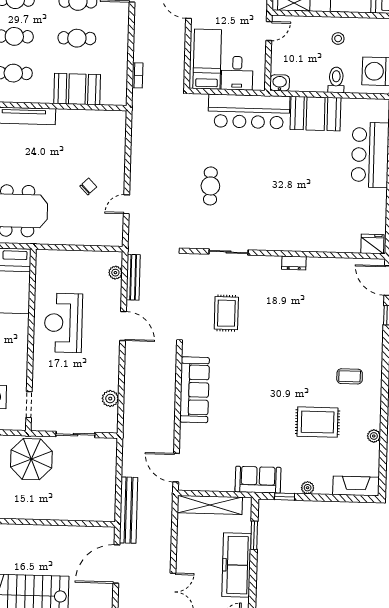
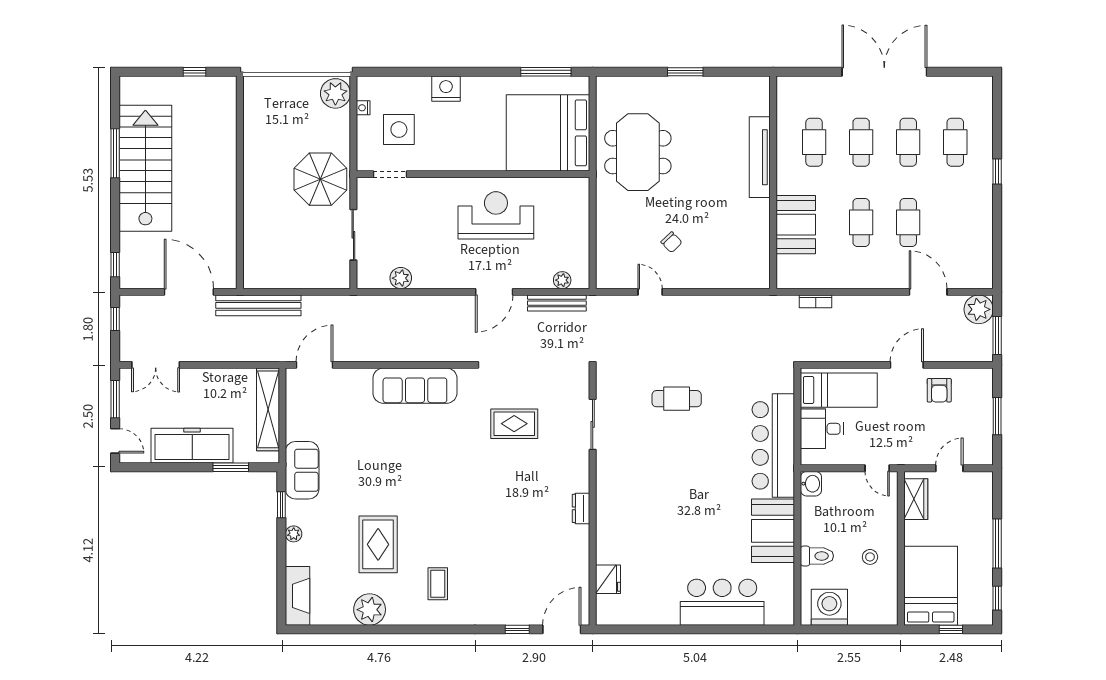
fridge: (372, 244) -> (608, 579), moved
plant: (374, 436) -> (370, 610), width x1.88, depth x1.88

